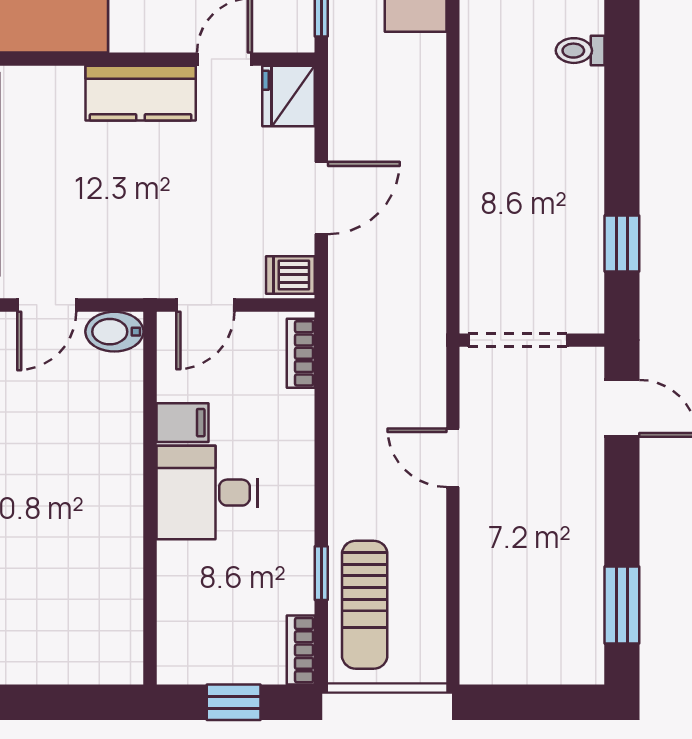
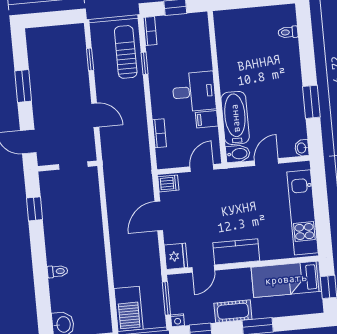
toilet: (580, 51) -> (57, 271), moved
doorway: (518, 340) -> (73, 166), width x0.73
bookcase: (301, 353) -> (159, 133), moved
bathtub: (113, 419) -> (235, 118), added
window: (453, 595) -> (90, 59), added
window: (622, 605) -> (23, 86), moved

